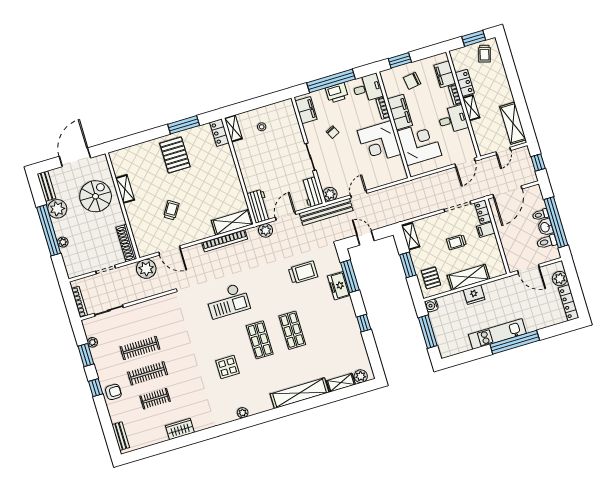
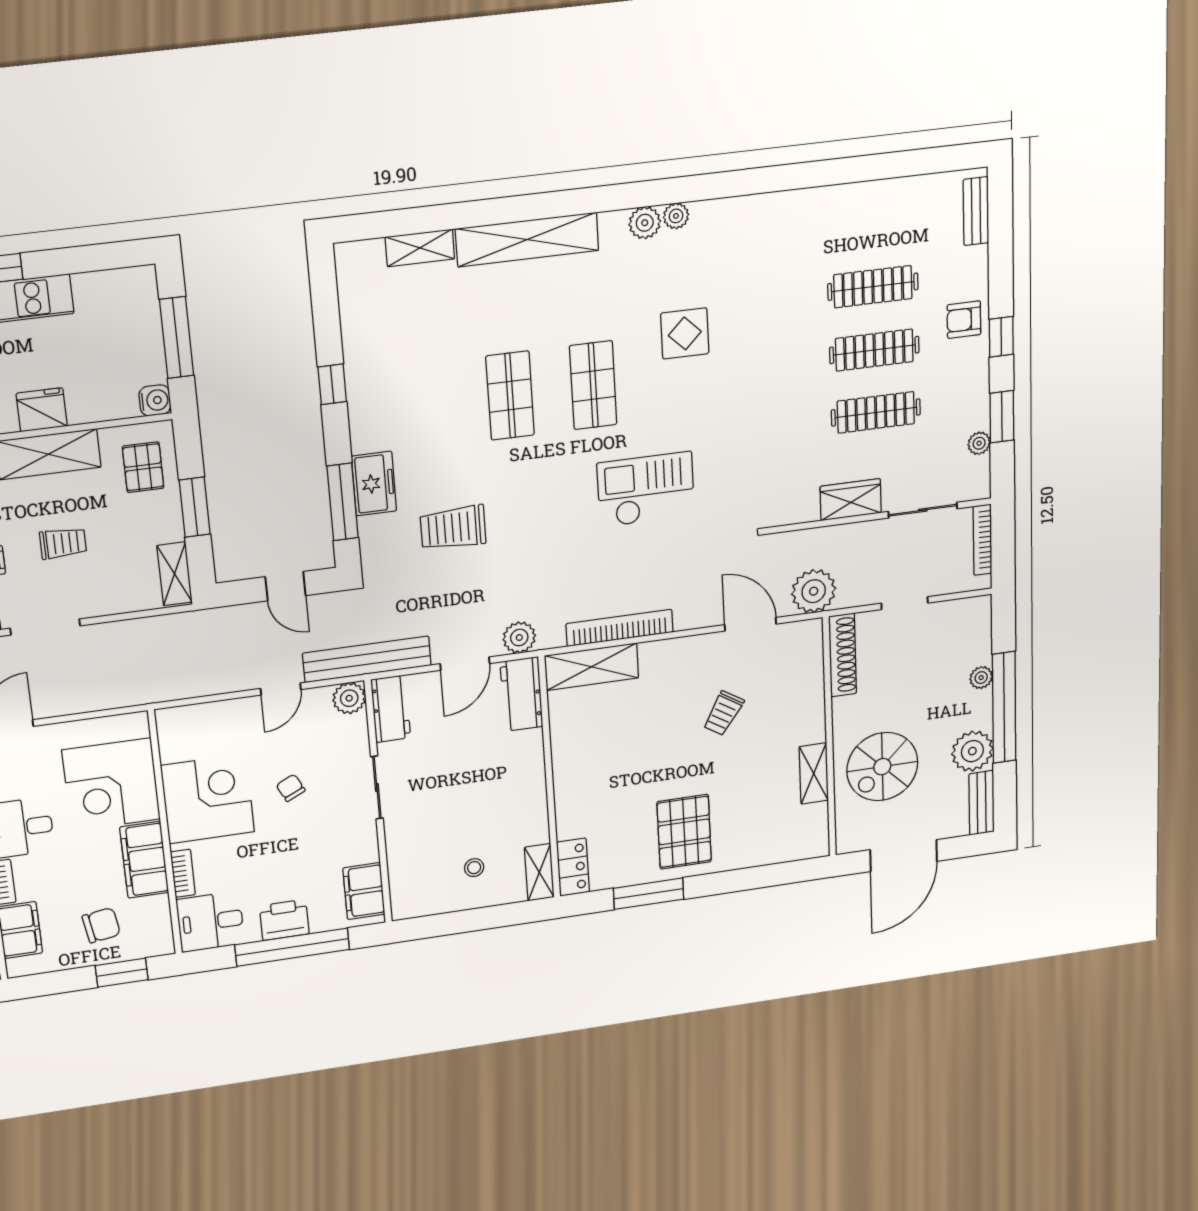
chair: (333, 132) -> (291, 788), moved
plant: (361, 376) -> (645, 223), moved
clothes rail: (155, 399) -> (873, 287), width x1.36
wardrobe: (180, 429) -> (851, 500), moved, turned 180

